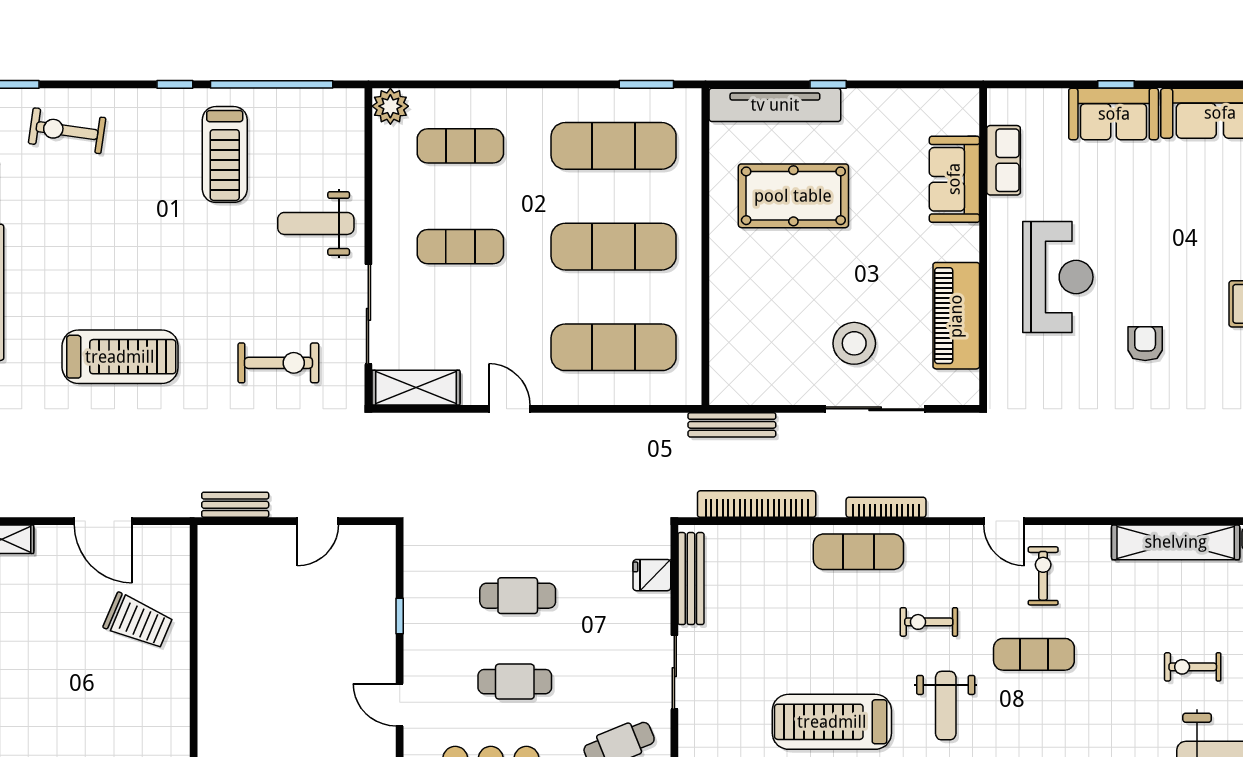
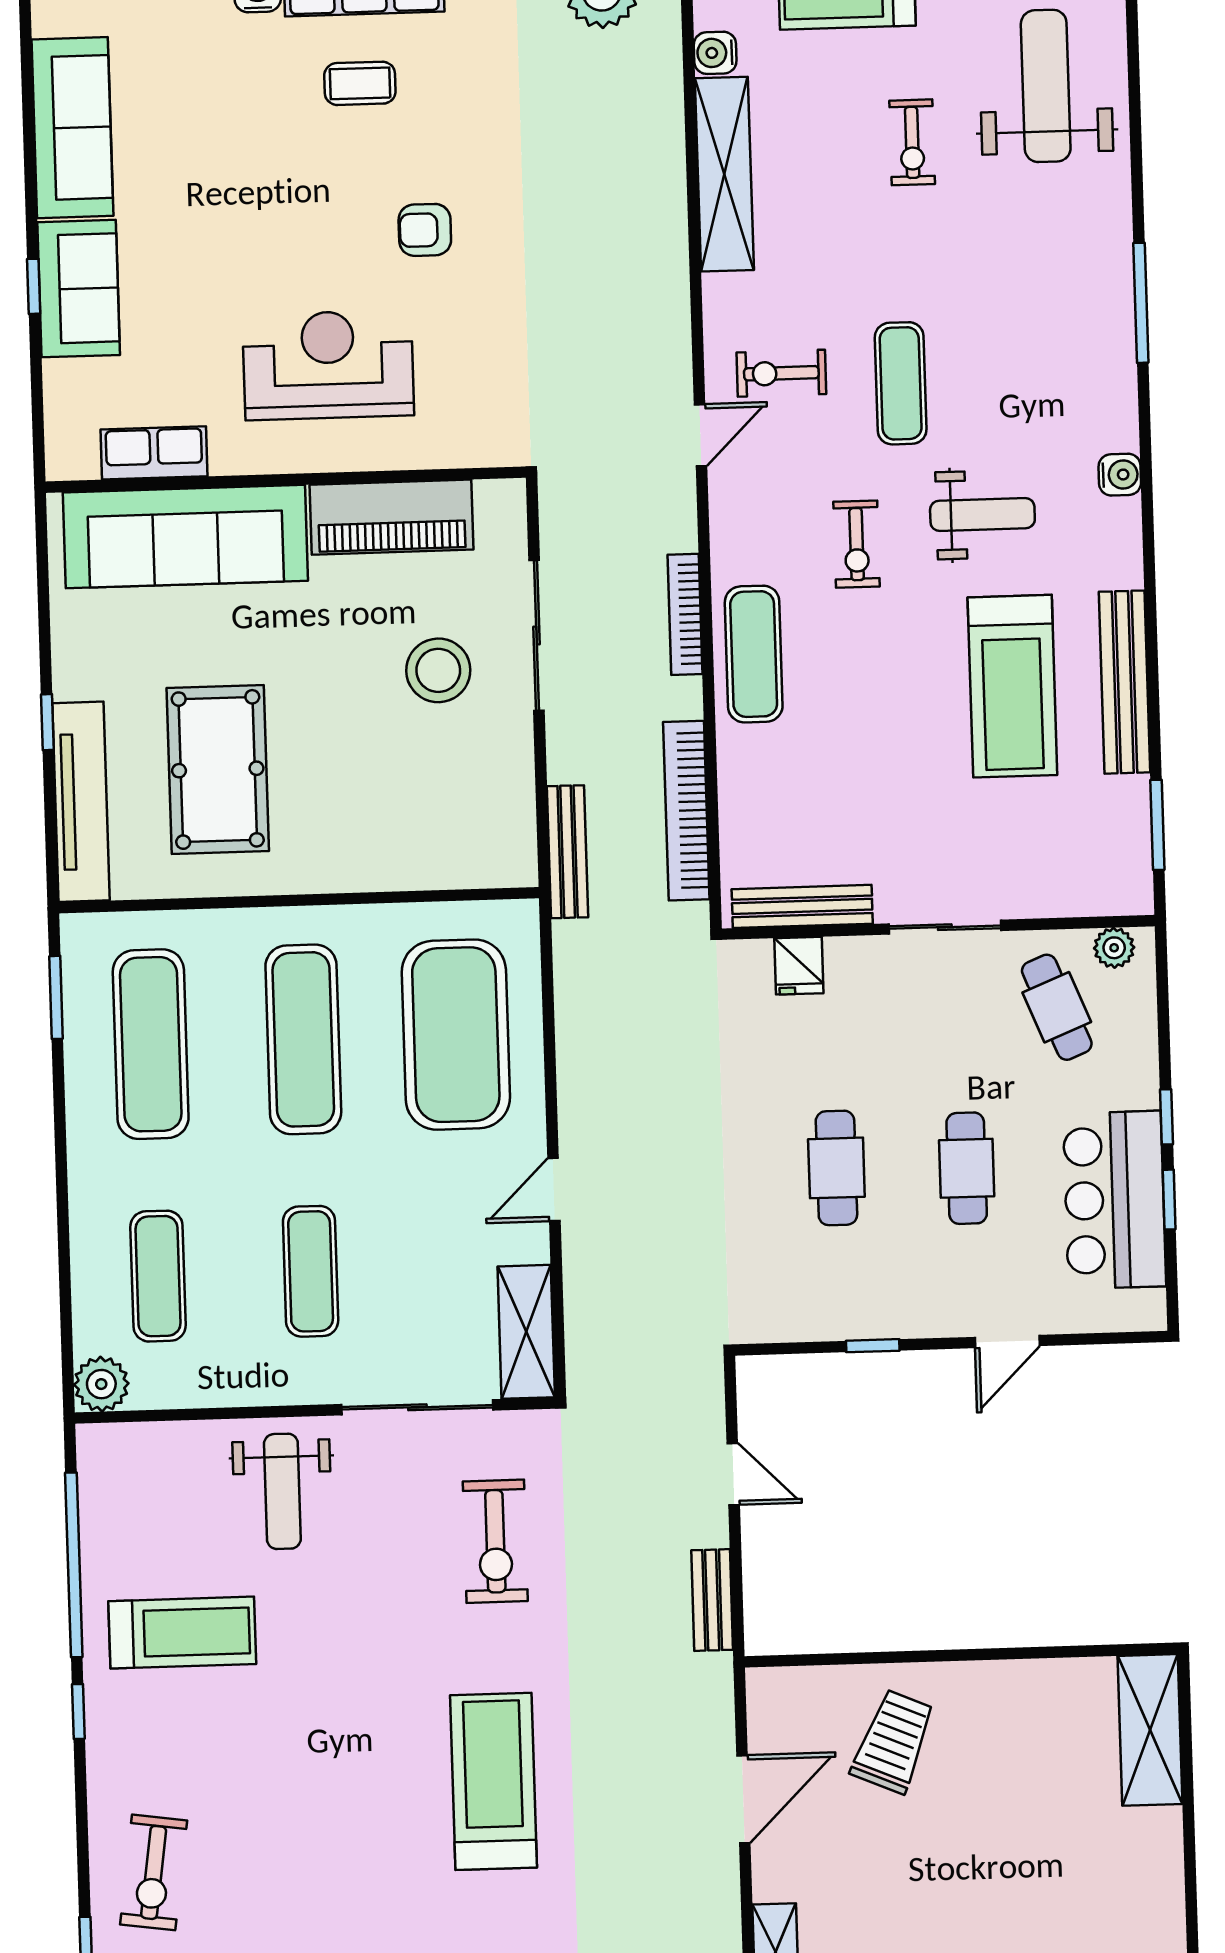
sofa: (954, 179) -> (185, 537), width x1.85, depth x1.27
exercise mat: (614, 347) -> (456, 1035), width x1.47
exercise bike: (278, 363) -> (495, 1541), turned 180

